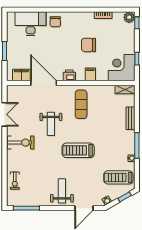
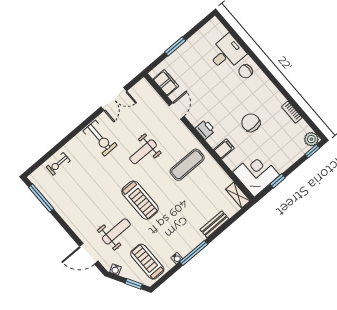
desk: (31, 24) -> (227, 53), width x0.73
door: (44, 83) -> (177, 111), width x0.53
treadmill: (78, 150) -> (140, 200), turned 180
weight bench: (62, 191) -> (116, 231), moved

